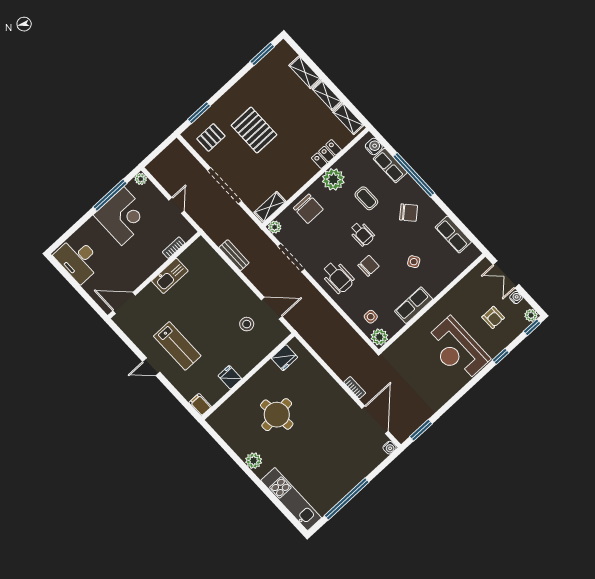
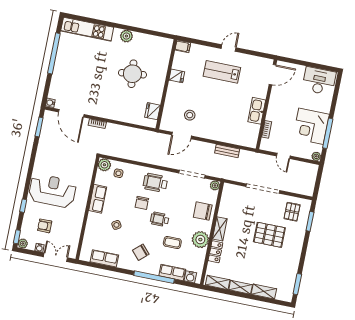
shelving: (270, 207) -> (220, 229), moved

